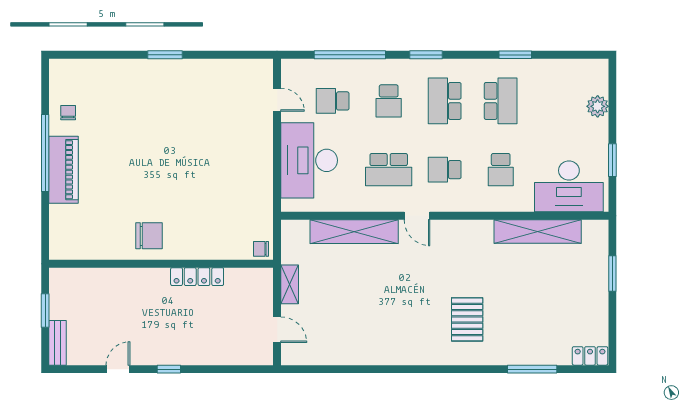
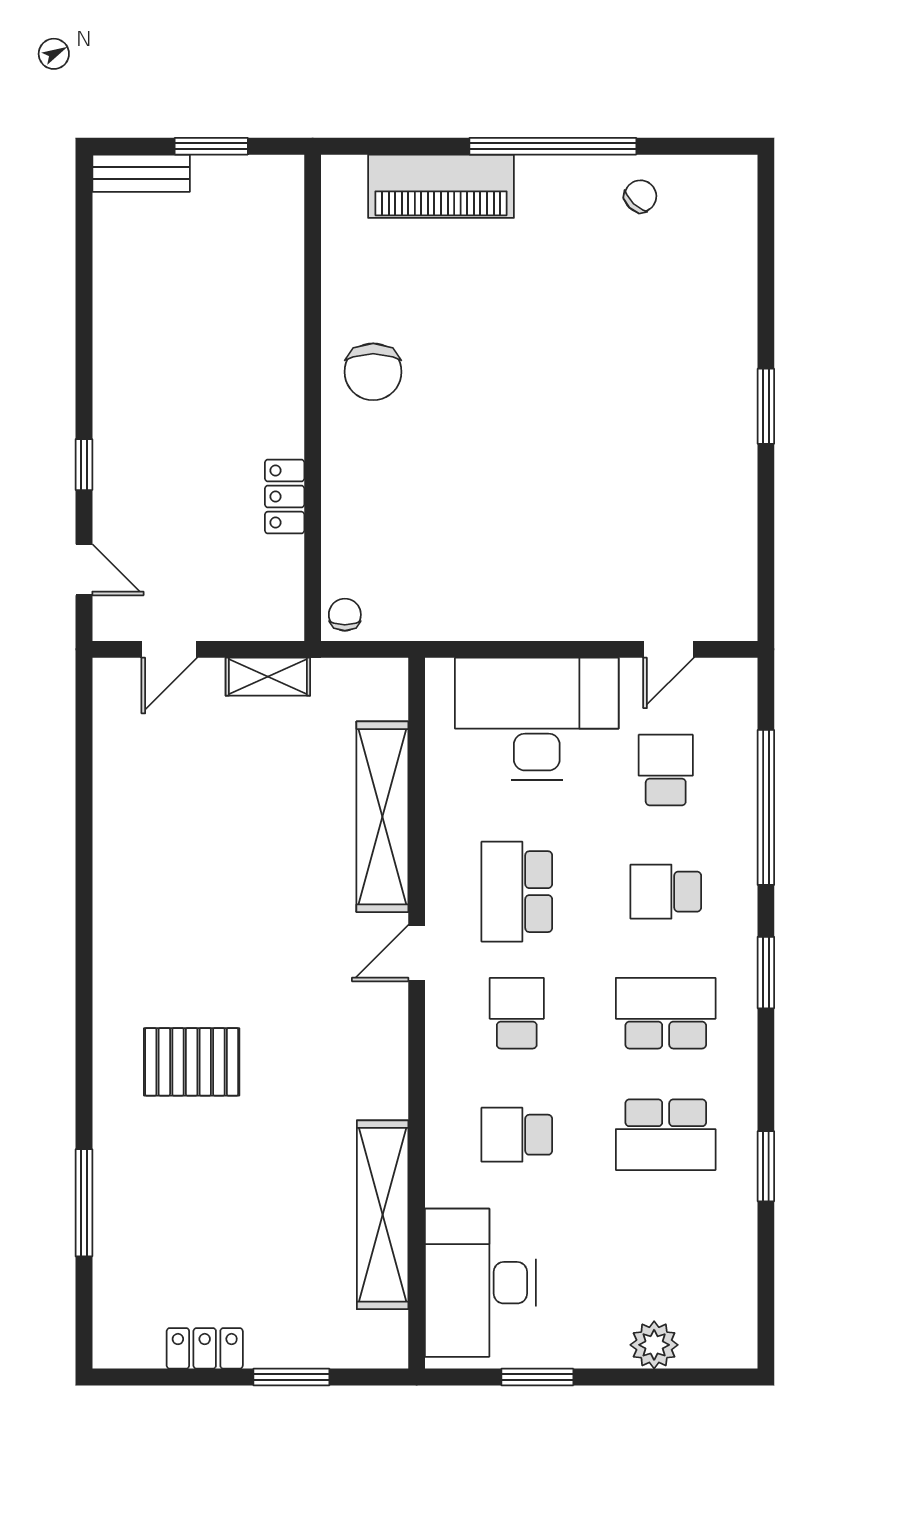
chair: (68, 113) -> (640, 196), turned -46
piano: (64, 170) -> (441, 186), moved
locker: (197, 277) -> (285, 497), width x0.66
locker: (590, 356) -> (205, 1348), moved, turned -90
door: (118, 369) -> (84, 570), moved
window: (169, 369) -> (84, 465), moved

